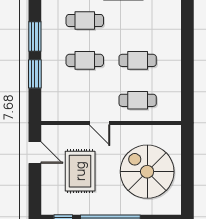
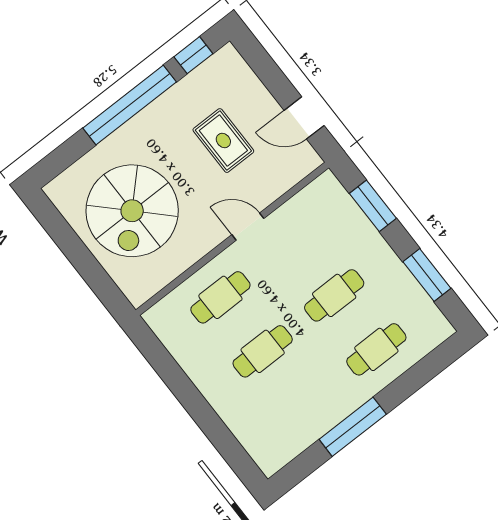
window: (35, 74) -> (373, 206), moved
rug: (80, 171) -> (223, 141), width x0.73, depth x0.70
spiral stairs: (147, 172) -> (132, 211), turned 90

